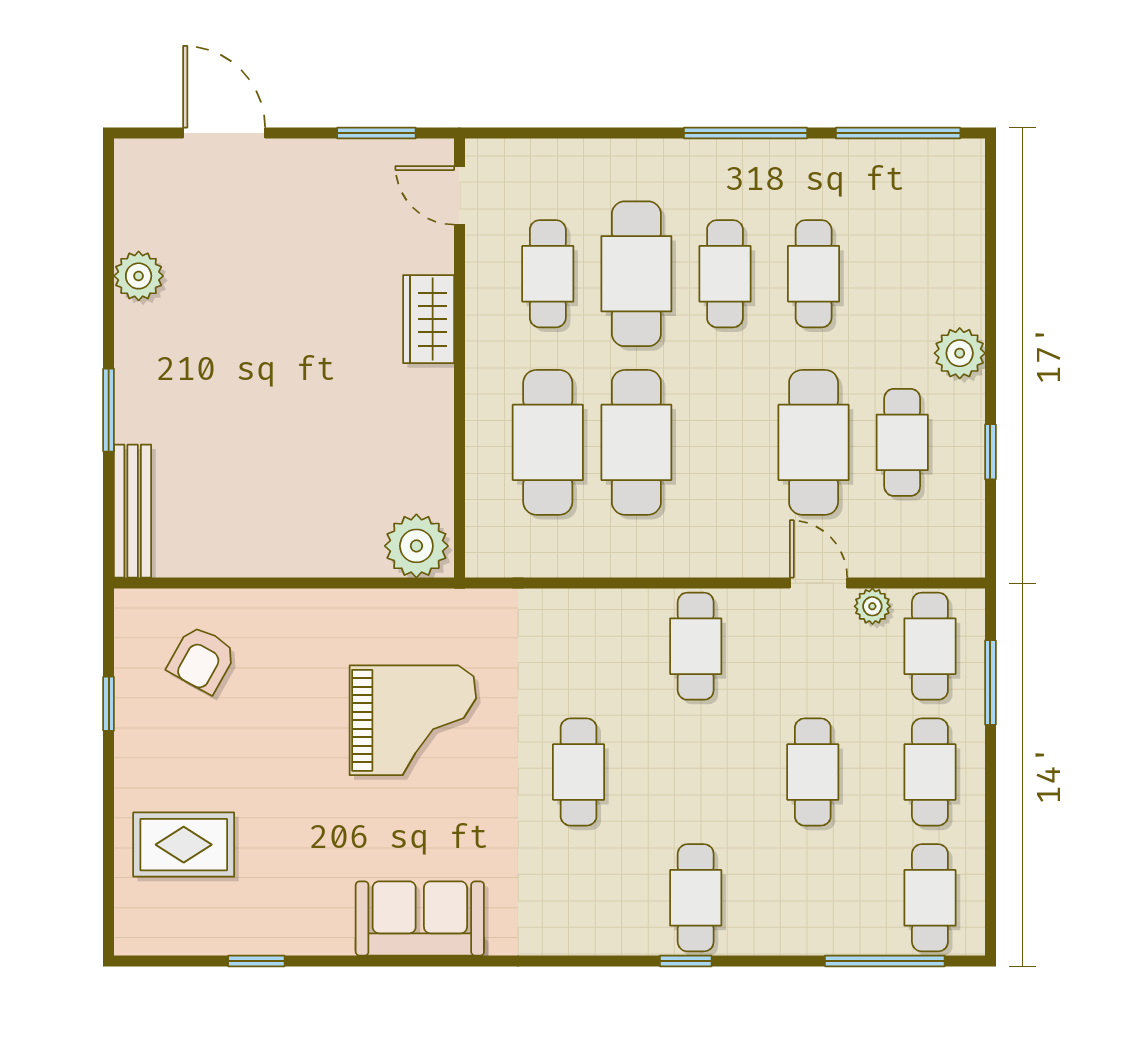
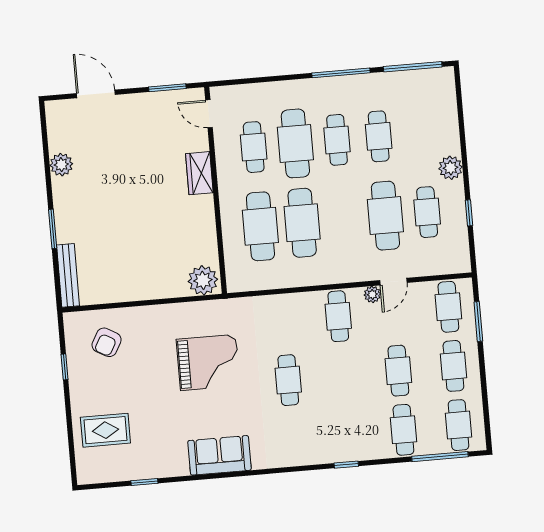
door: (819, 583) -> (393, 282), swing flipped
plant: (872, 606) -> (372, 294), moved
cafe table: (696, 898) -> (403, 430), moved

